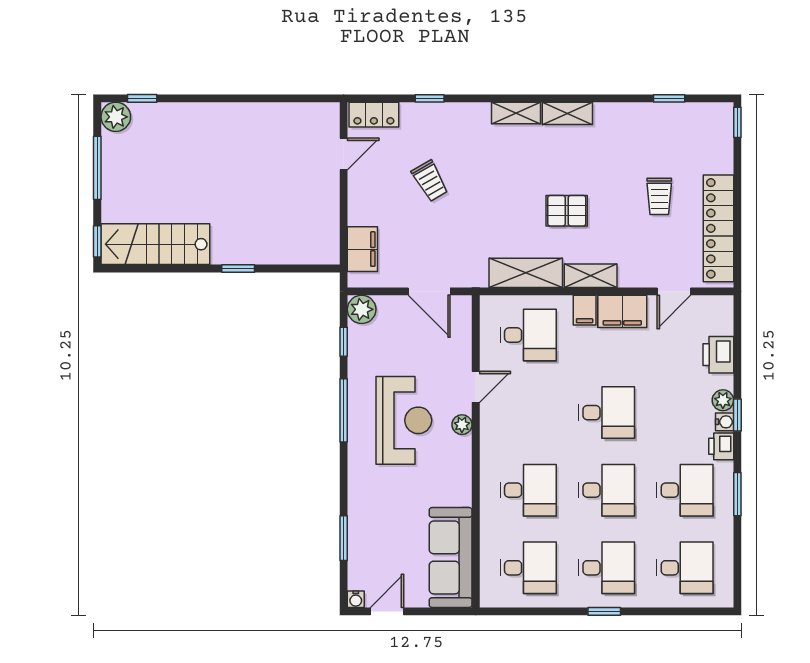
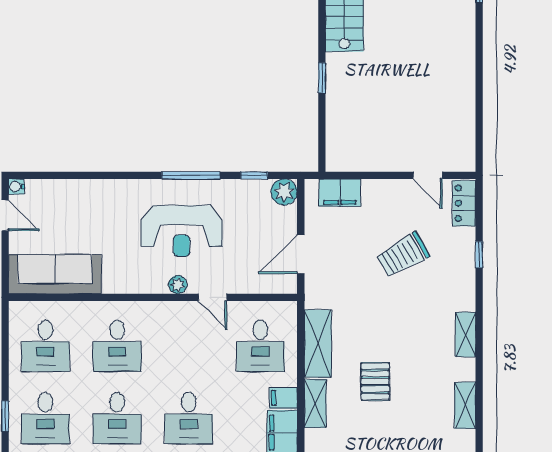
shelving: (567, 113) -> (465, 405), moved
trolley: (430, 181) -> (403, 255), width x1.36, depth x1.39
window: (344, 538) -> (73, 175), removed

